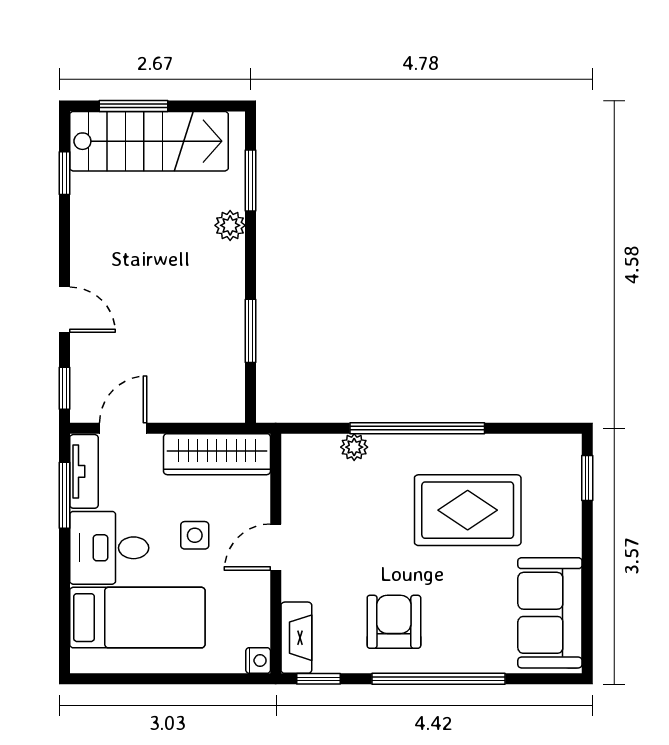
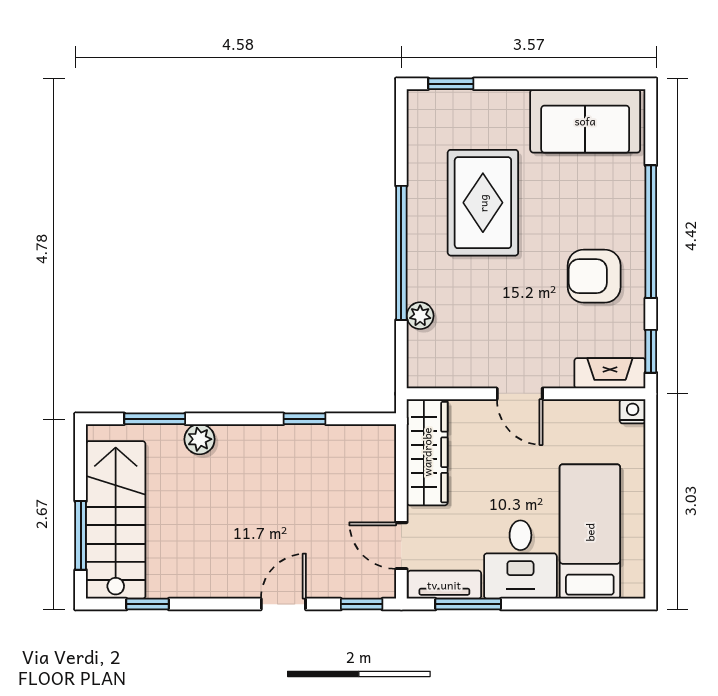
window: (251, 331) -> (305, 419), width x0.67
side table: (195, 535) -> (508, 474), removed

